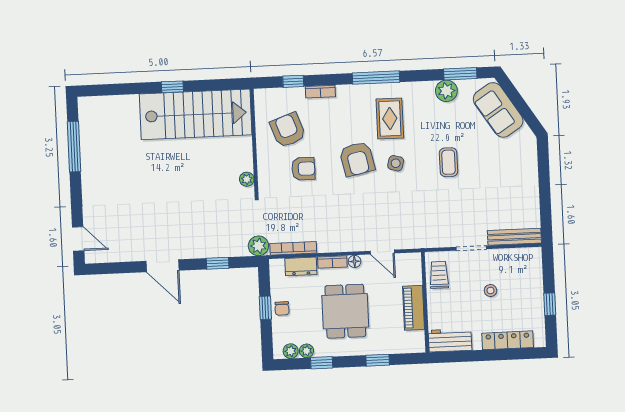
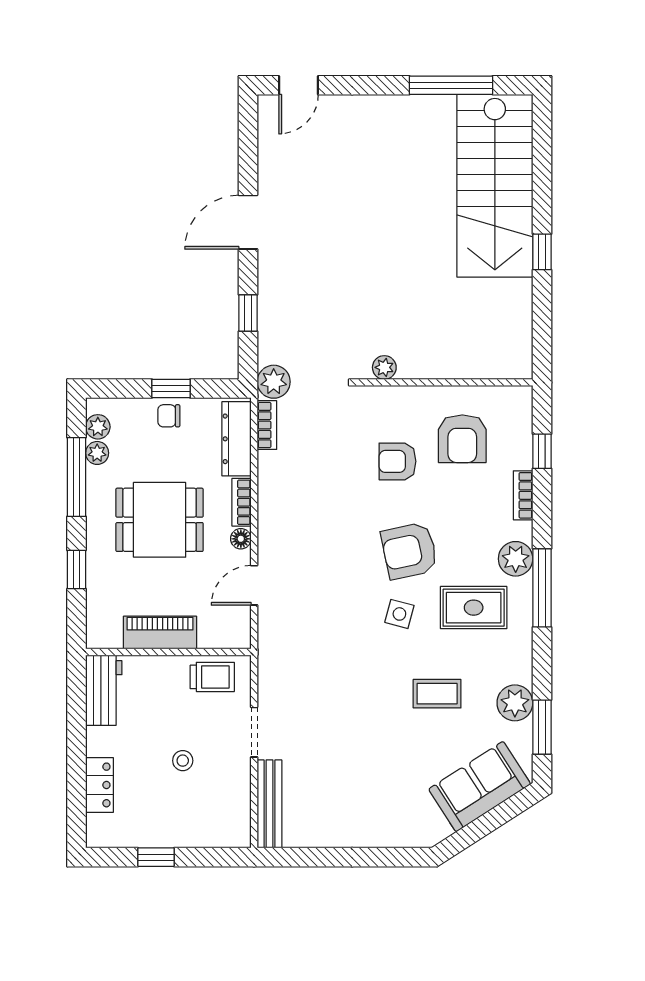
plant: (359, 94) -> (516, 559), added
stairs: (196, 114) -> (495, 186), moved
armchair: (288, 130) -> (462, 439), turned 110
coffee table: (449, 162) -> (437, 694), moved
armchair: (303, 169) -> (397, 461), turned 90
bookcase: (293, 248) -> (267, 425), width x0.64
dresser: (301, 266) -> (237, 439), width x1.44
locker: (508, 340) -> (100, 785), width x0.66
window: (322, 363) -> (76, 477), width x2.17

